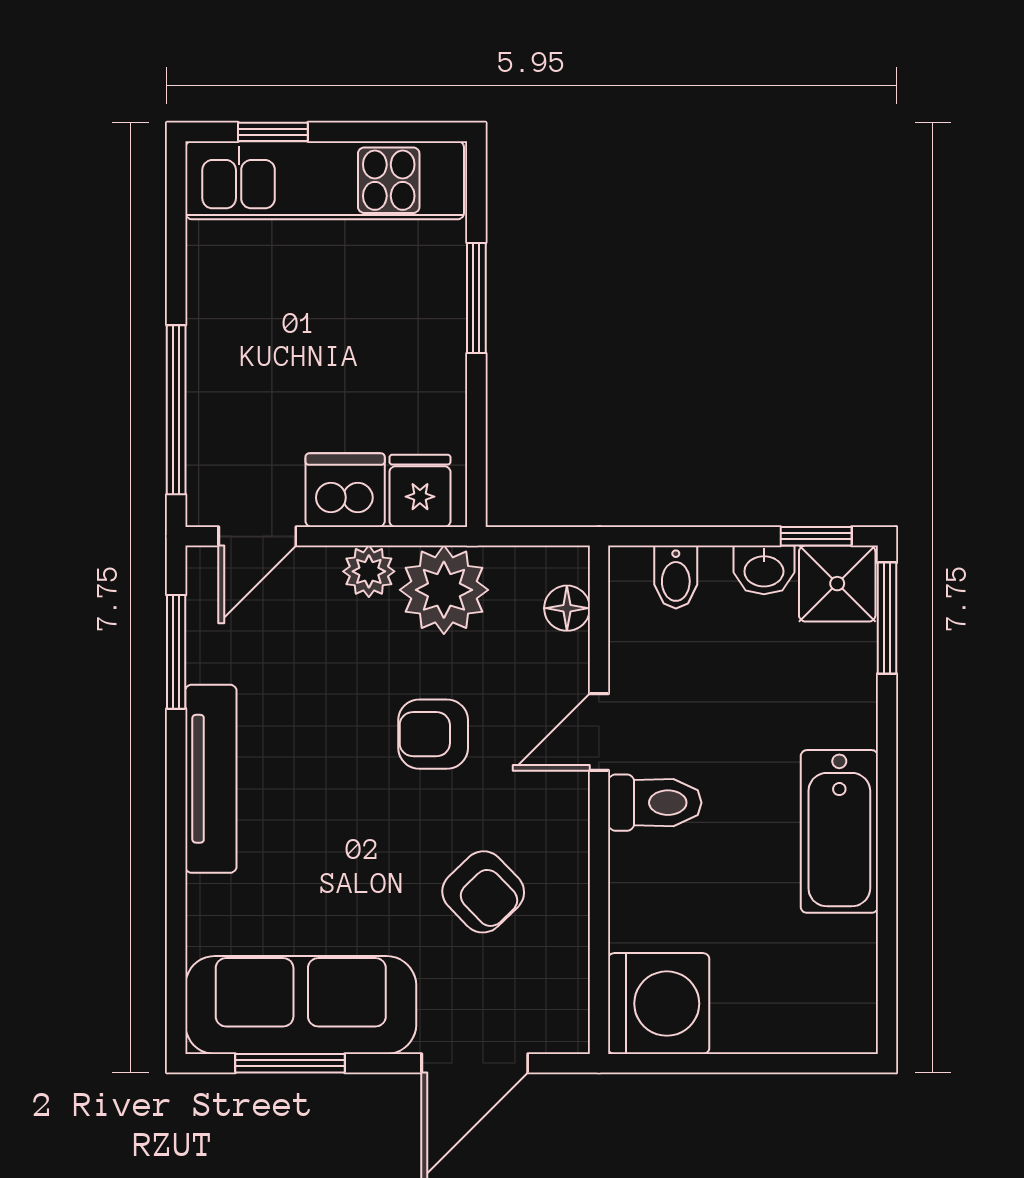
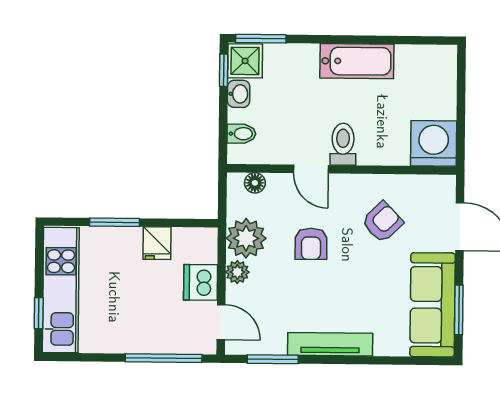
fridge: (420, 491) -> (157, 243), moved, turned -90

